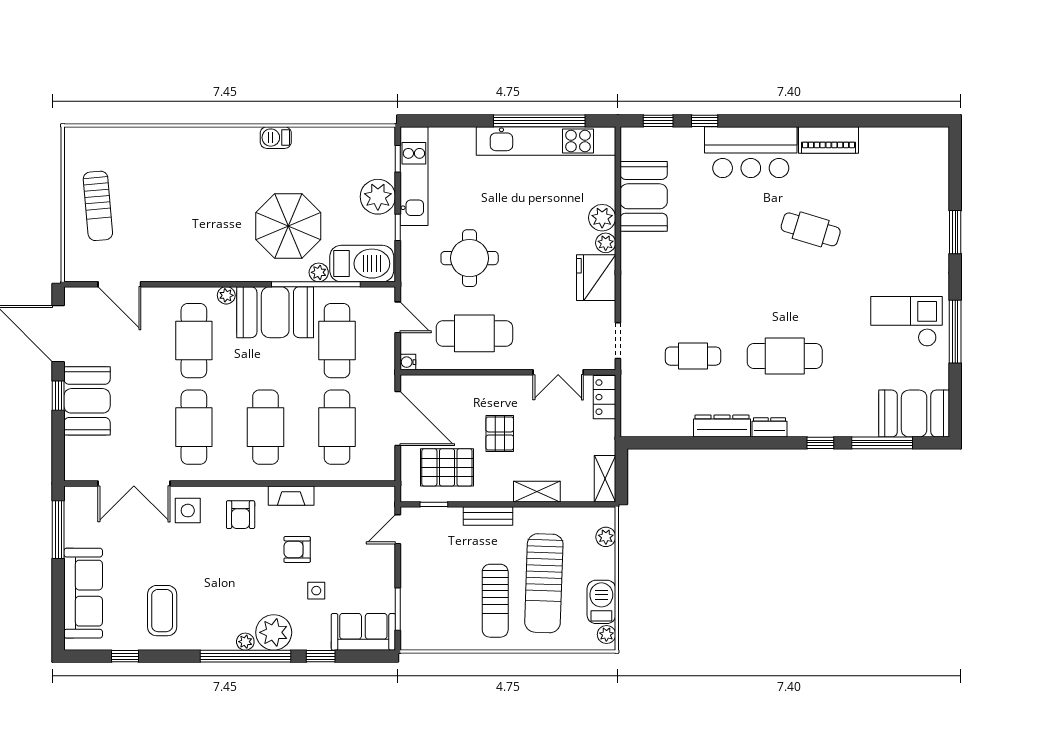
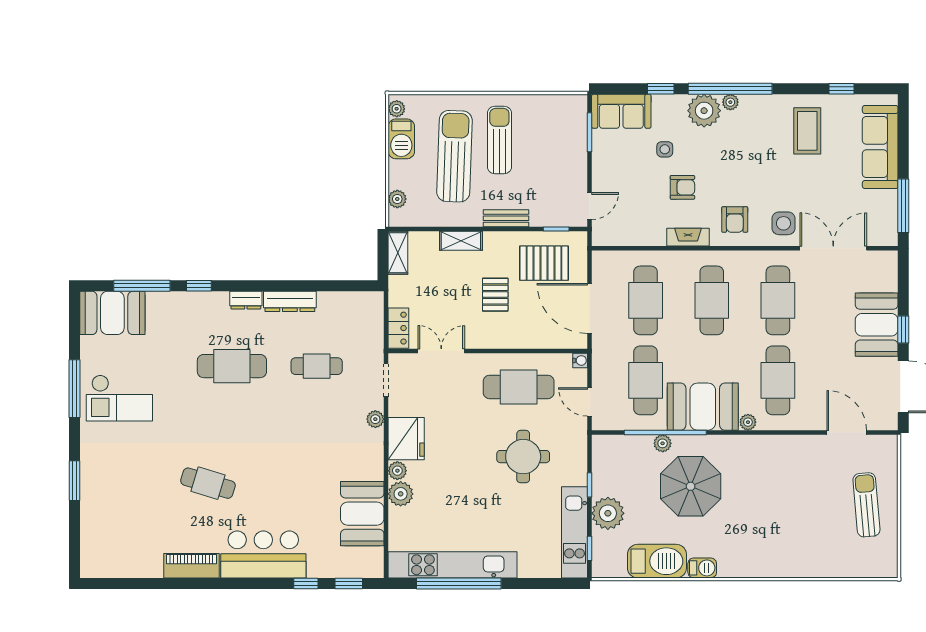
barbecue: (362, 264) -> (657, 561), moved, turned 180
plant: (630, 299) -> (375, 419), added
armchair: (241, 515) -> (735, 219), turned 180

